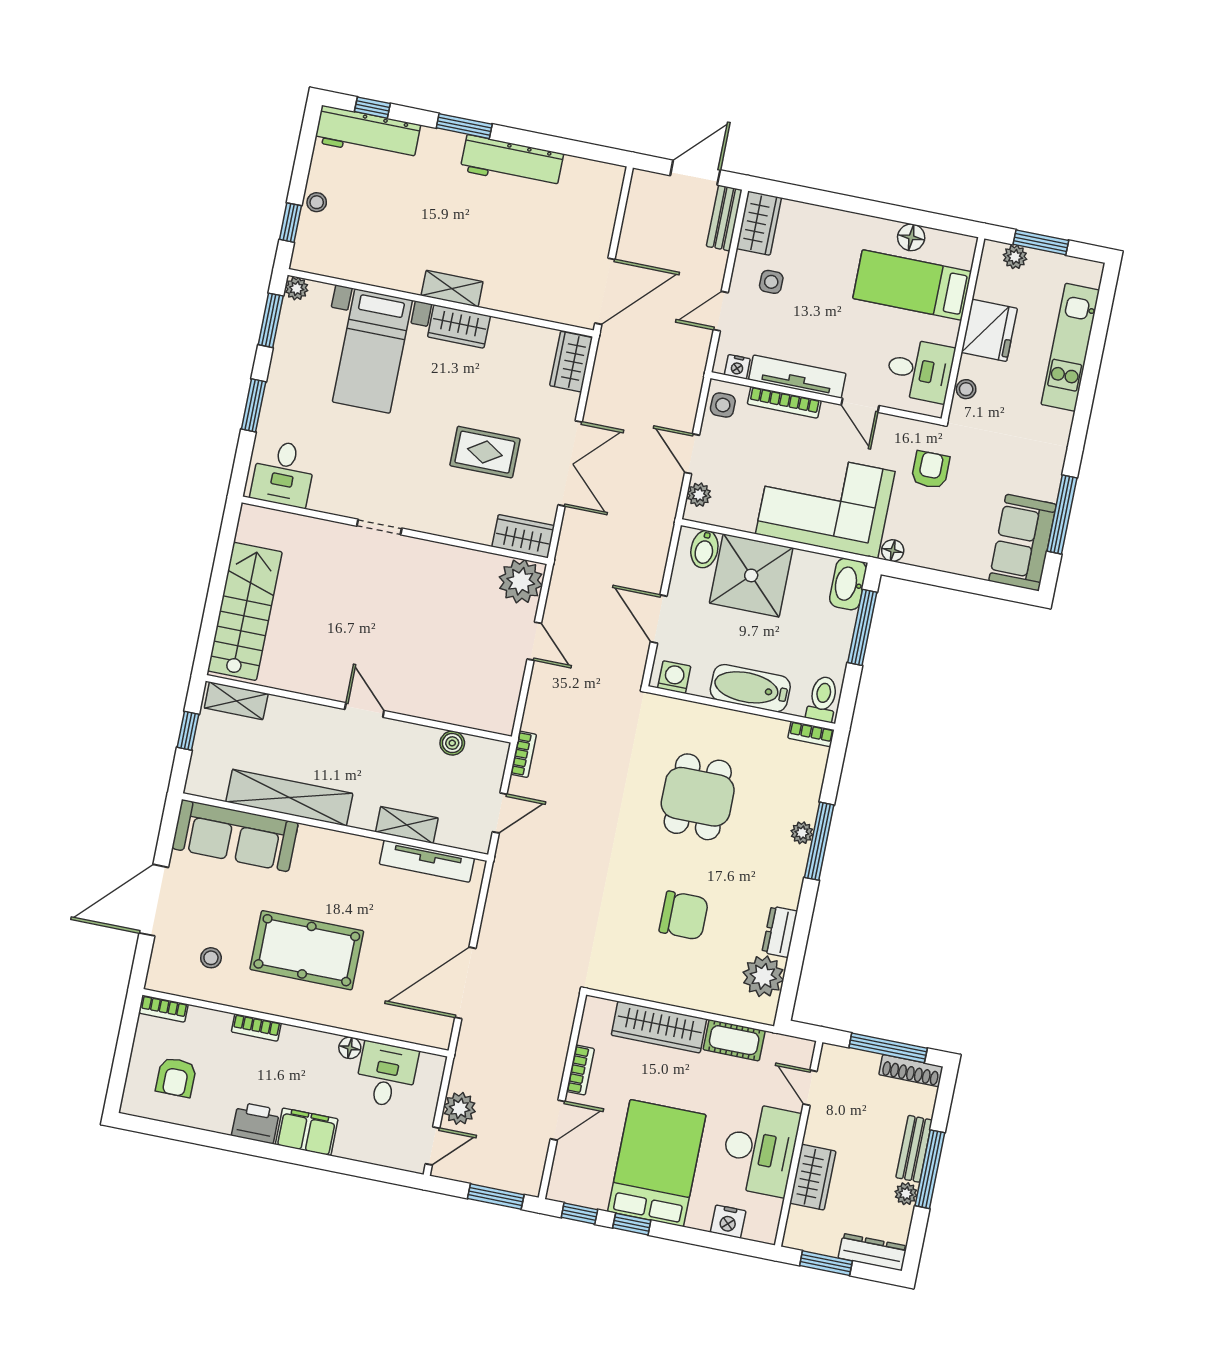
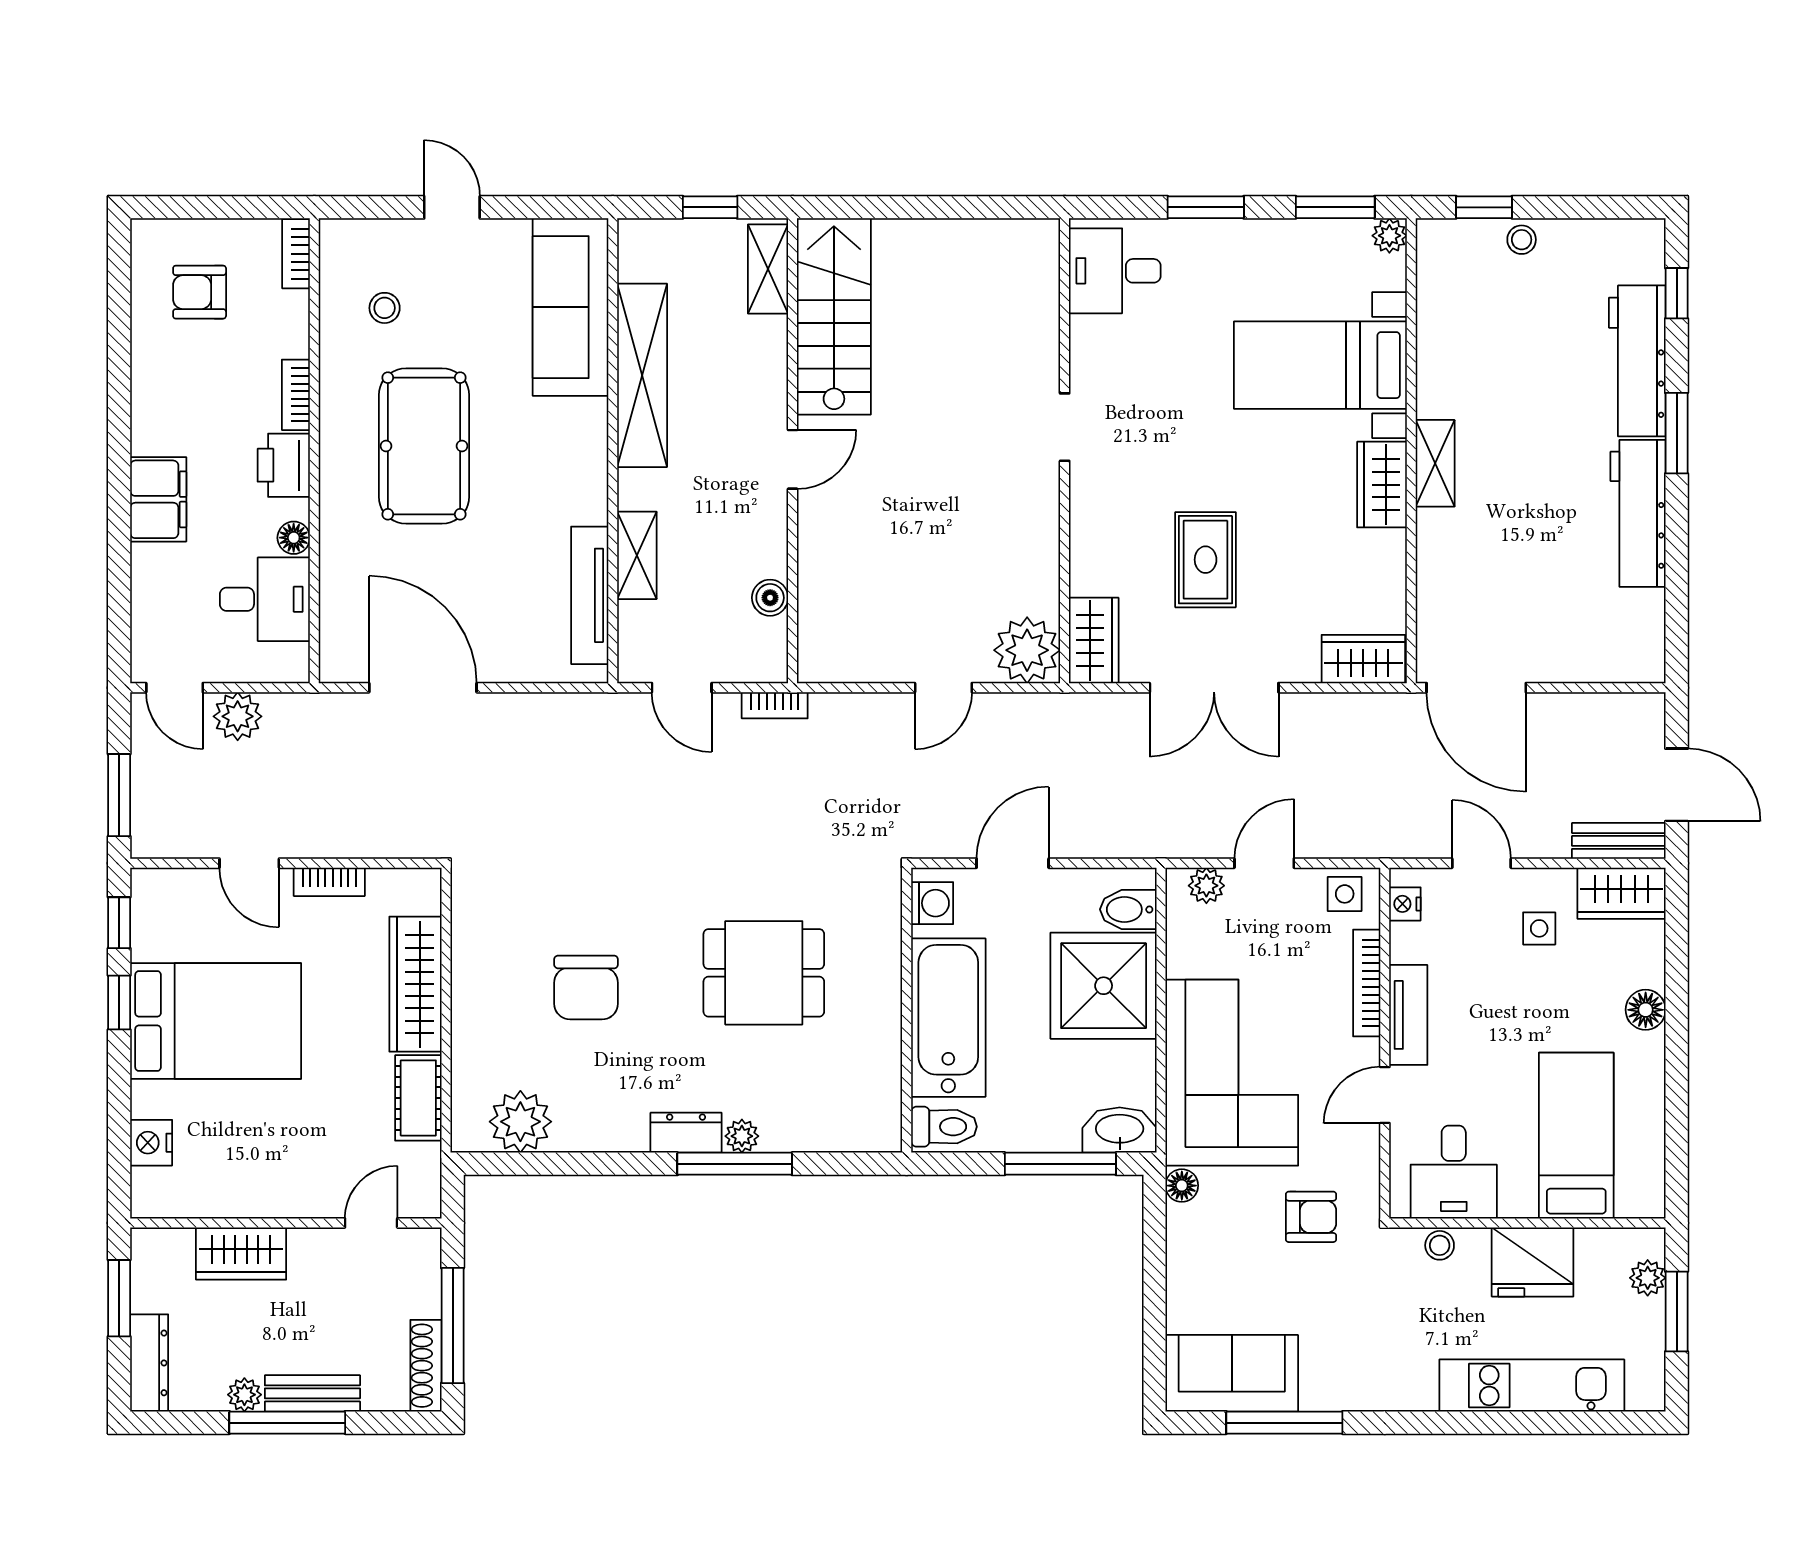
workbench: (367, 133) -> (1637, 361), moved
floor lamp: (911, 237) -> (1646, 1010), moved
tv unit: (797, 377) -> (1408, 1015), width x0.71
stairs: (245, 611) -> (834, 316), moved, turned -90
bathtub: (750, 688) -> (948, 1018), width x1.36, depth x1.36
bookcase: (811, 734) -> (889, 1120), removed
door: (154, 900) -> (452, 207), width x0.53
dresser: (780, 932) -> (686, 1133), moved
printer: (256, 1123) -> (284, 465), moved, turned 180
desk: (760, 1149) -> (266, 1168), removed

